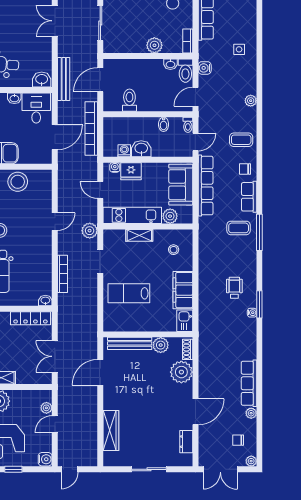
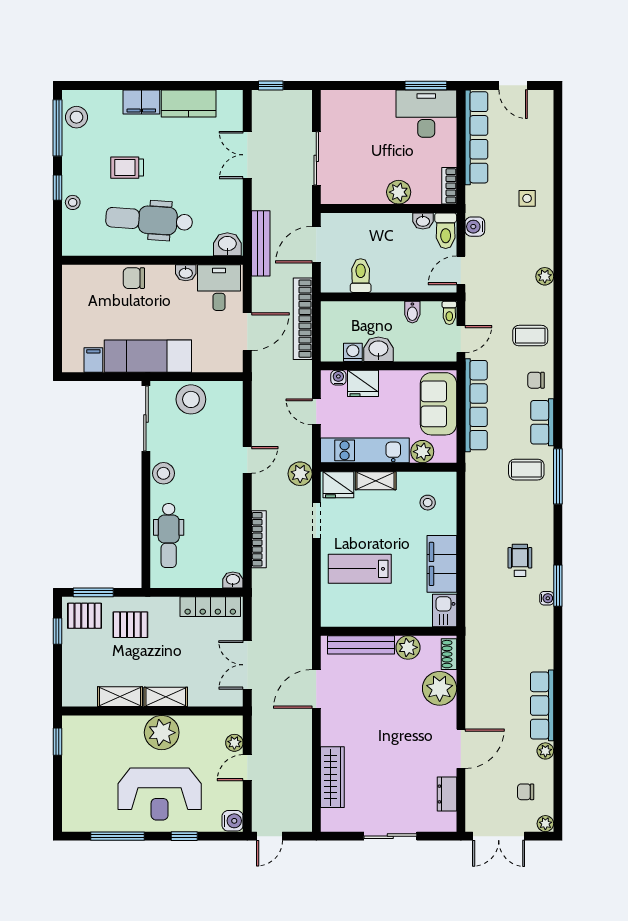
fridge: (115, 238) -> (338, 485), added

